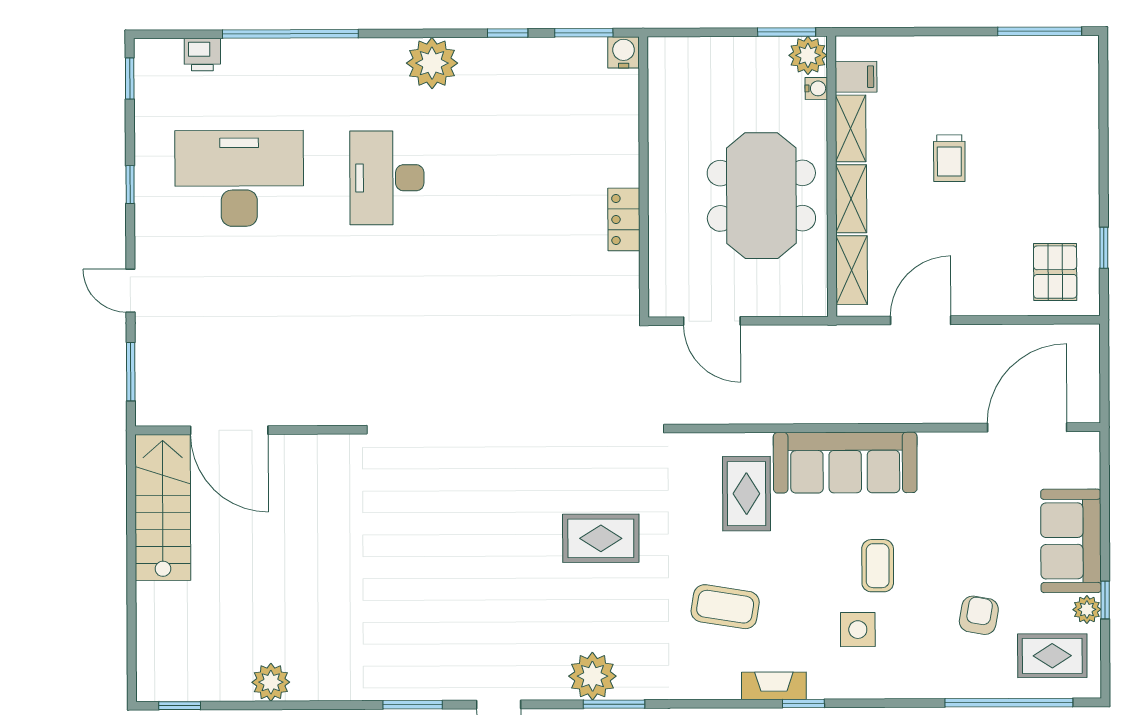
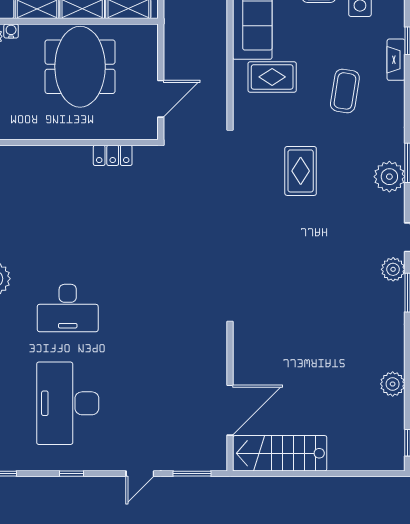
meeting table: (761, 196) -> (80, 67), turned 90
locker: (624, 219) -> (113, 155), moved
plant: (449, 682) -> (393, 269), added

